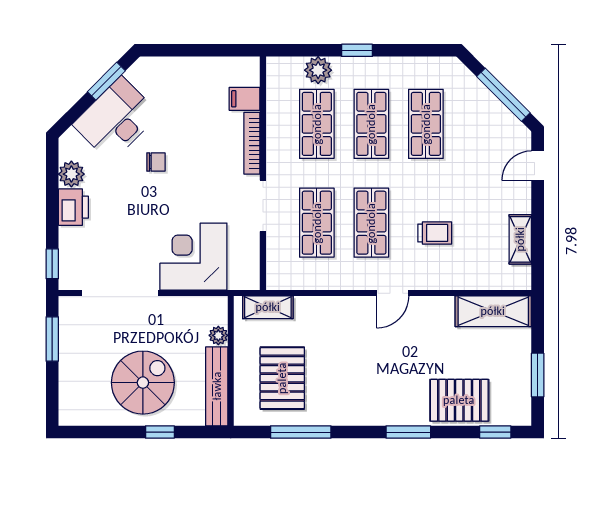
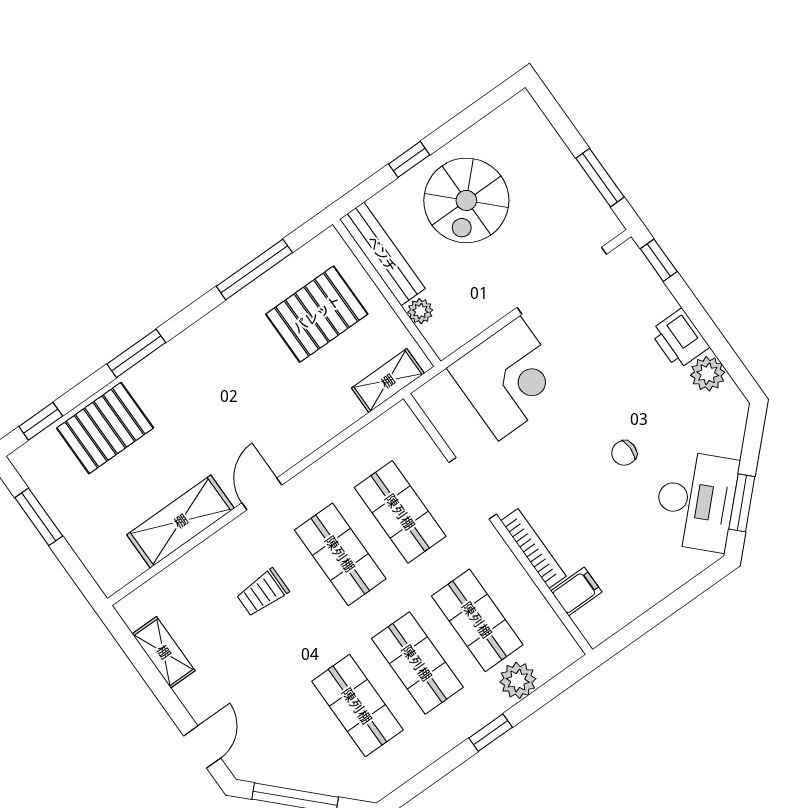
desk: (116, 119) -> (696, 501), moved
shelving: (493, 311) -> (181, 521), moved
pallet: (282, 378) -> (317, 314), turned 90

